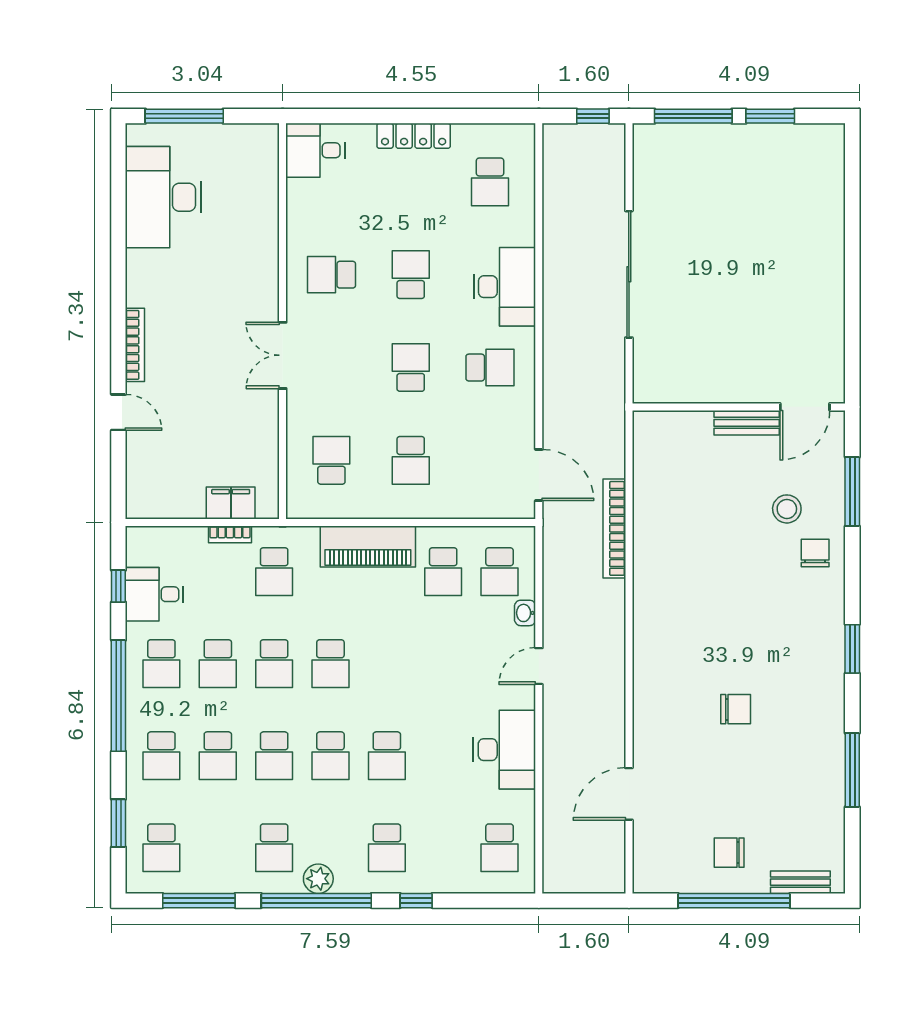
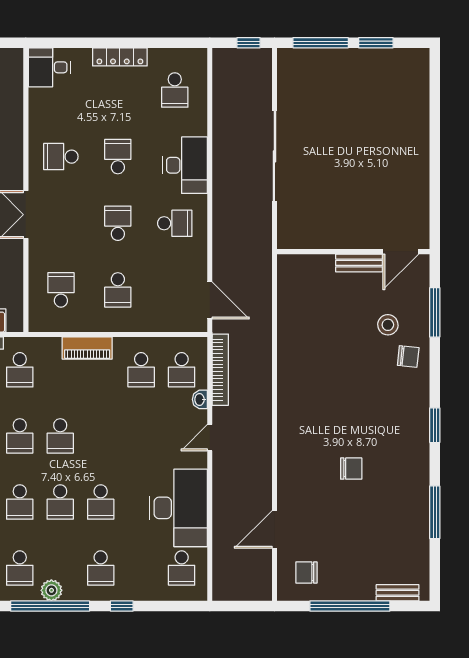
bookcase: (614, 528) -> (220, 370), moved, turned 180
piano: (368, 546) -> (87, 348), width x0.73, depth x0.75
chair: (815, 553) -> (408, 356), turned 96
desk: (504, 750) -> (178, 508), width x1.36, depth x1.30
chair: (729, 853) -> (306, 572), moved

